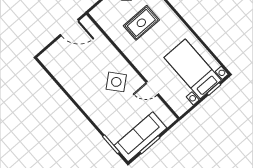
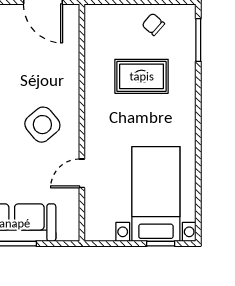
door: (152, 88) -> (82, 173), hinge flipped

